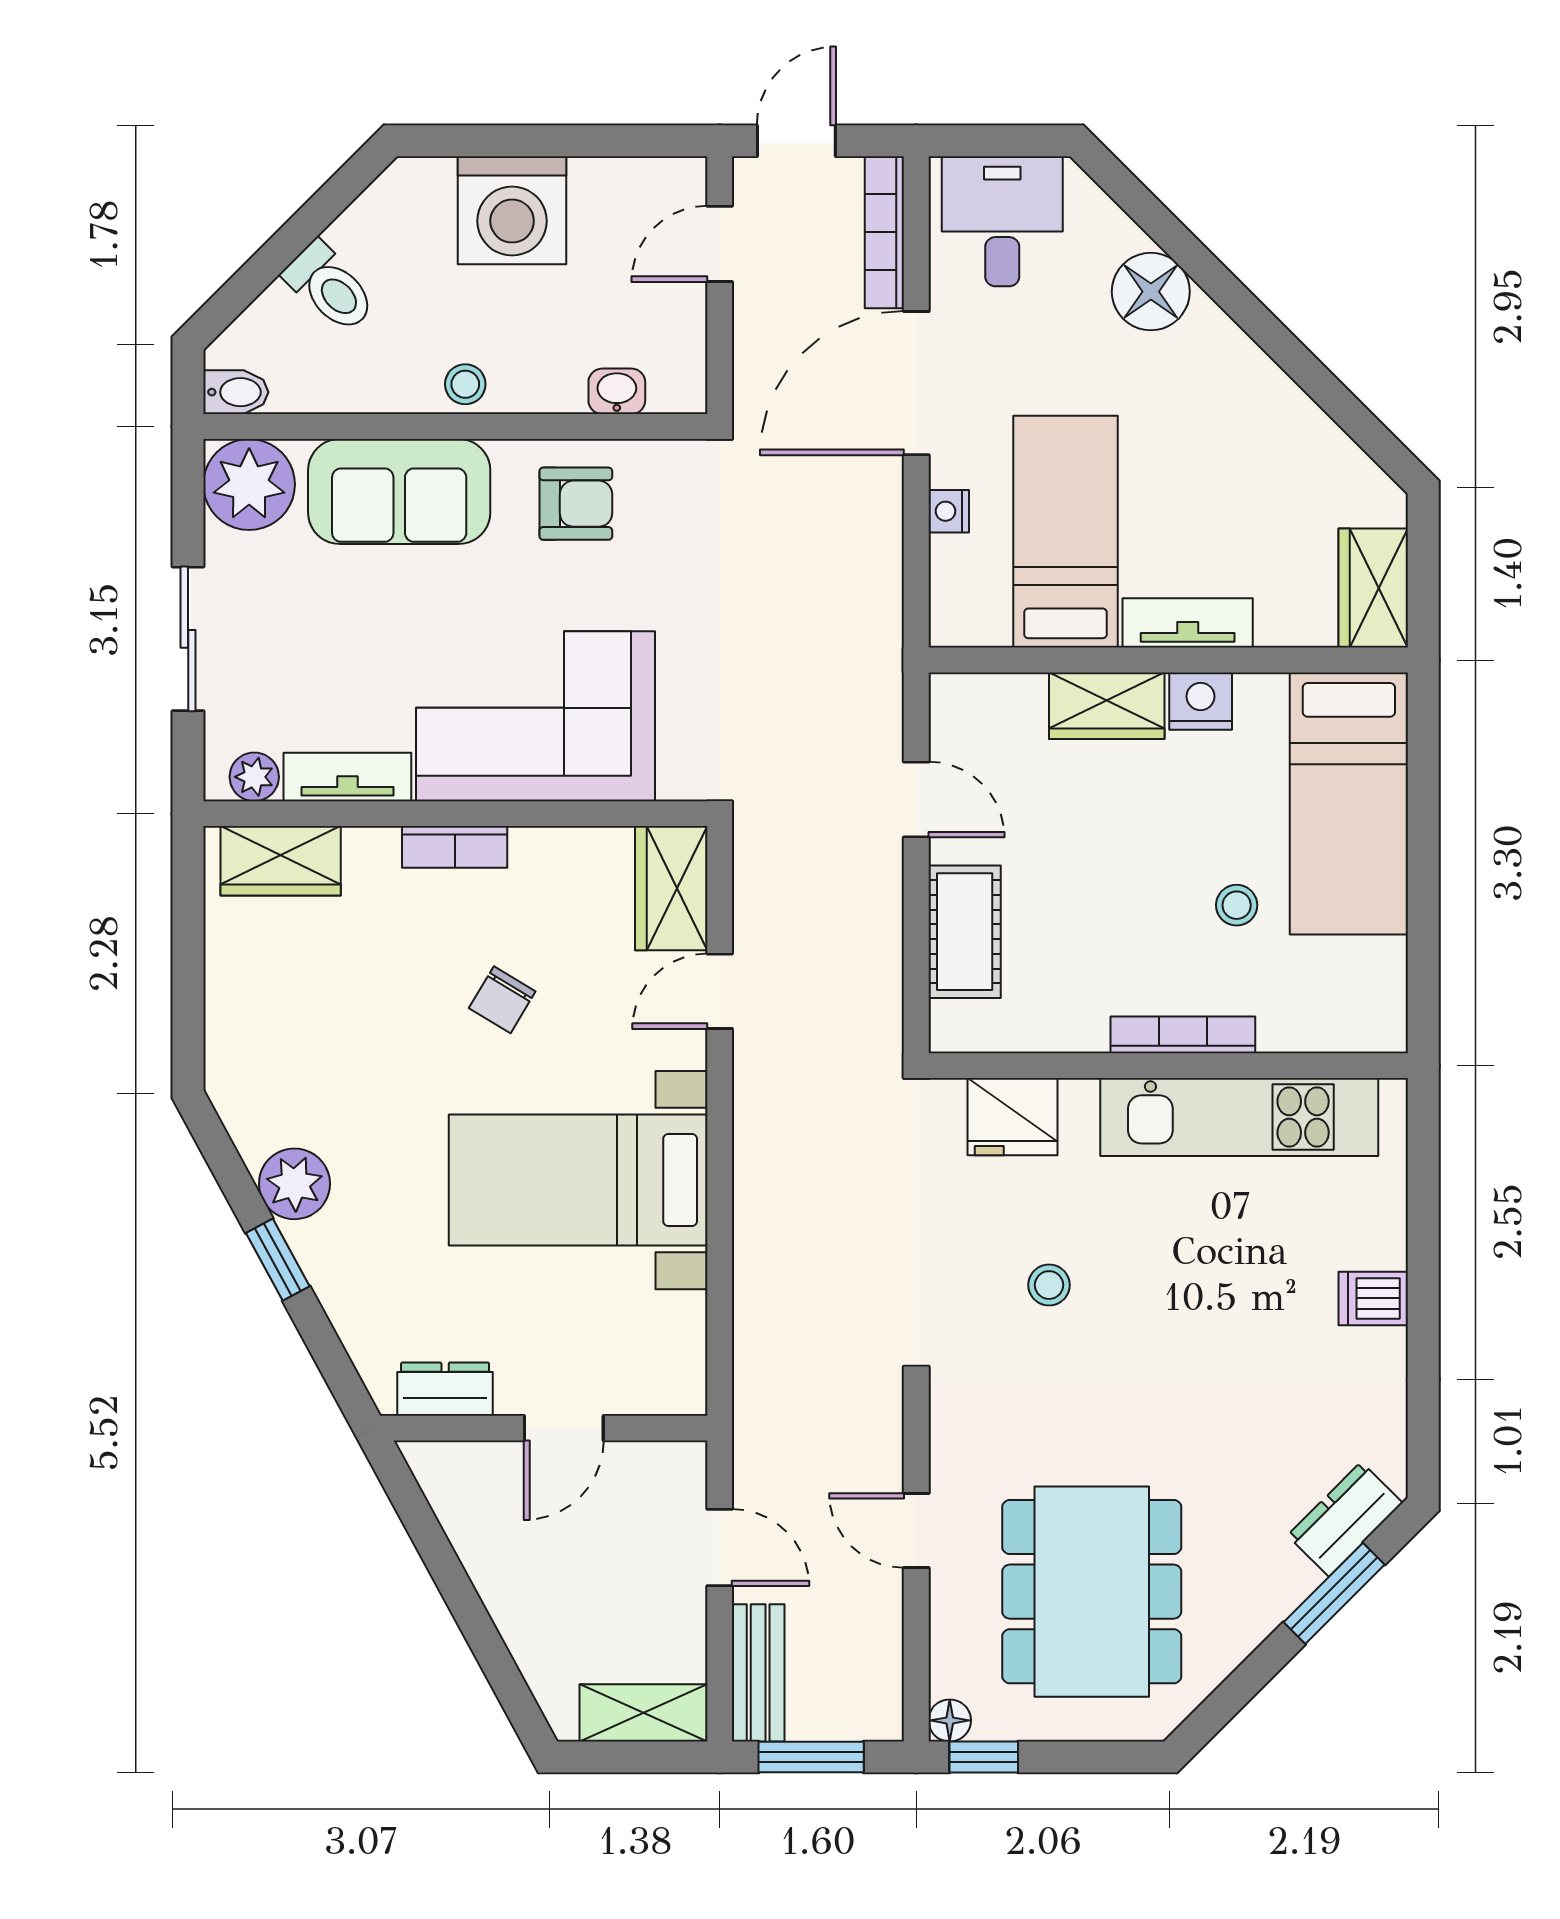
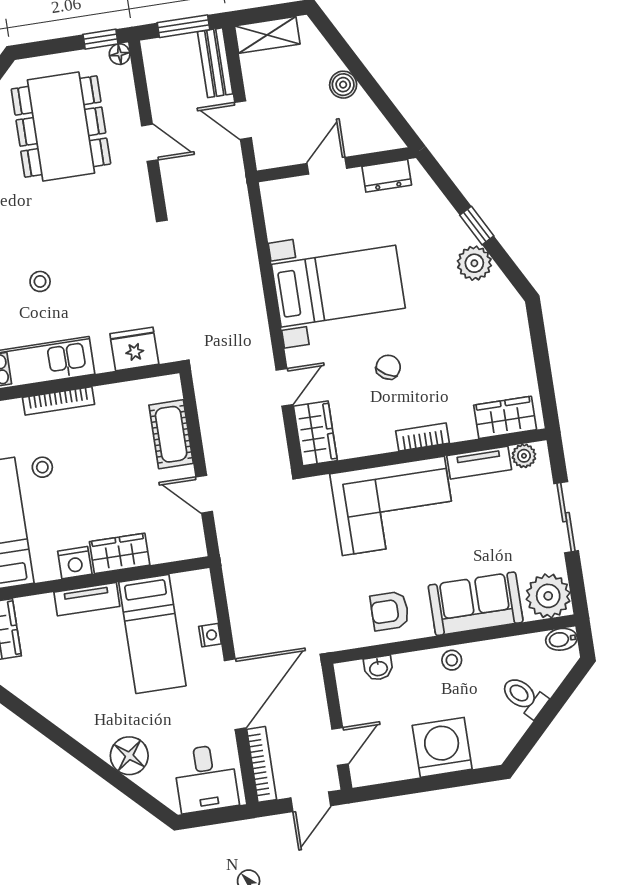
stool: (1049, 1285) -> (40, 281), moved
boiler: (505, 1588) -> (343, 85), added

